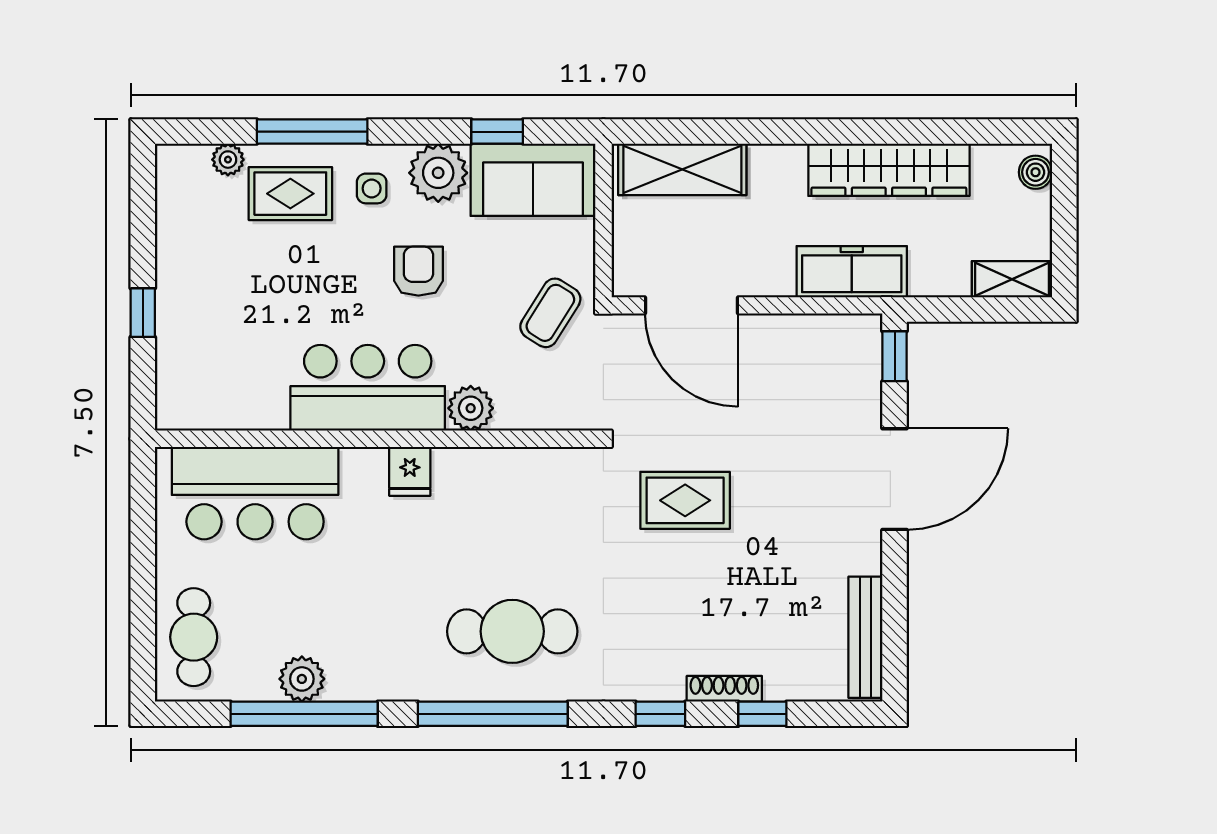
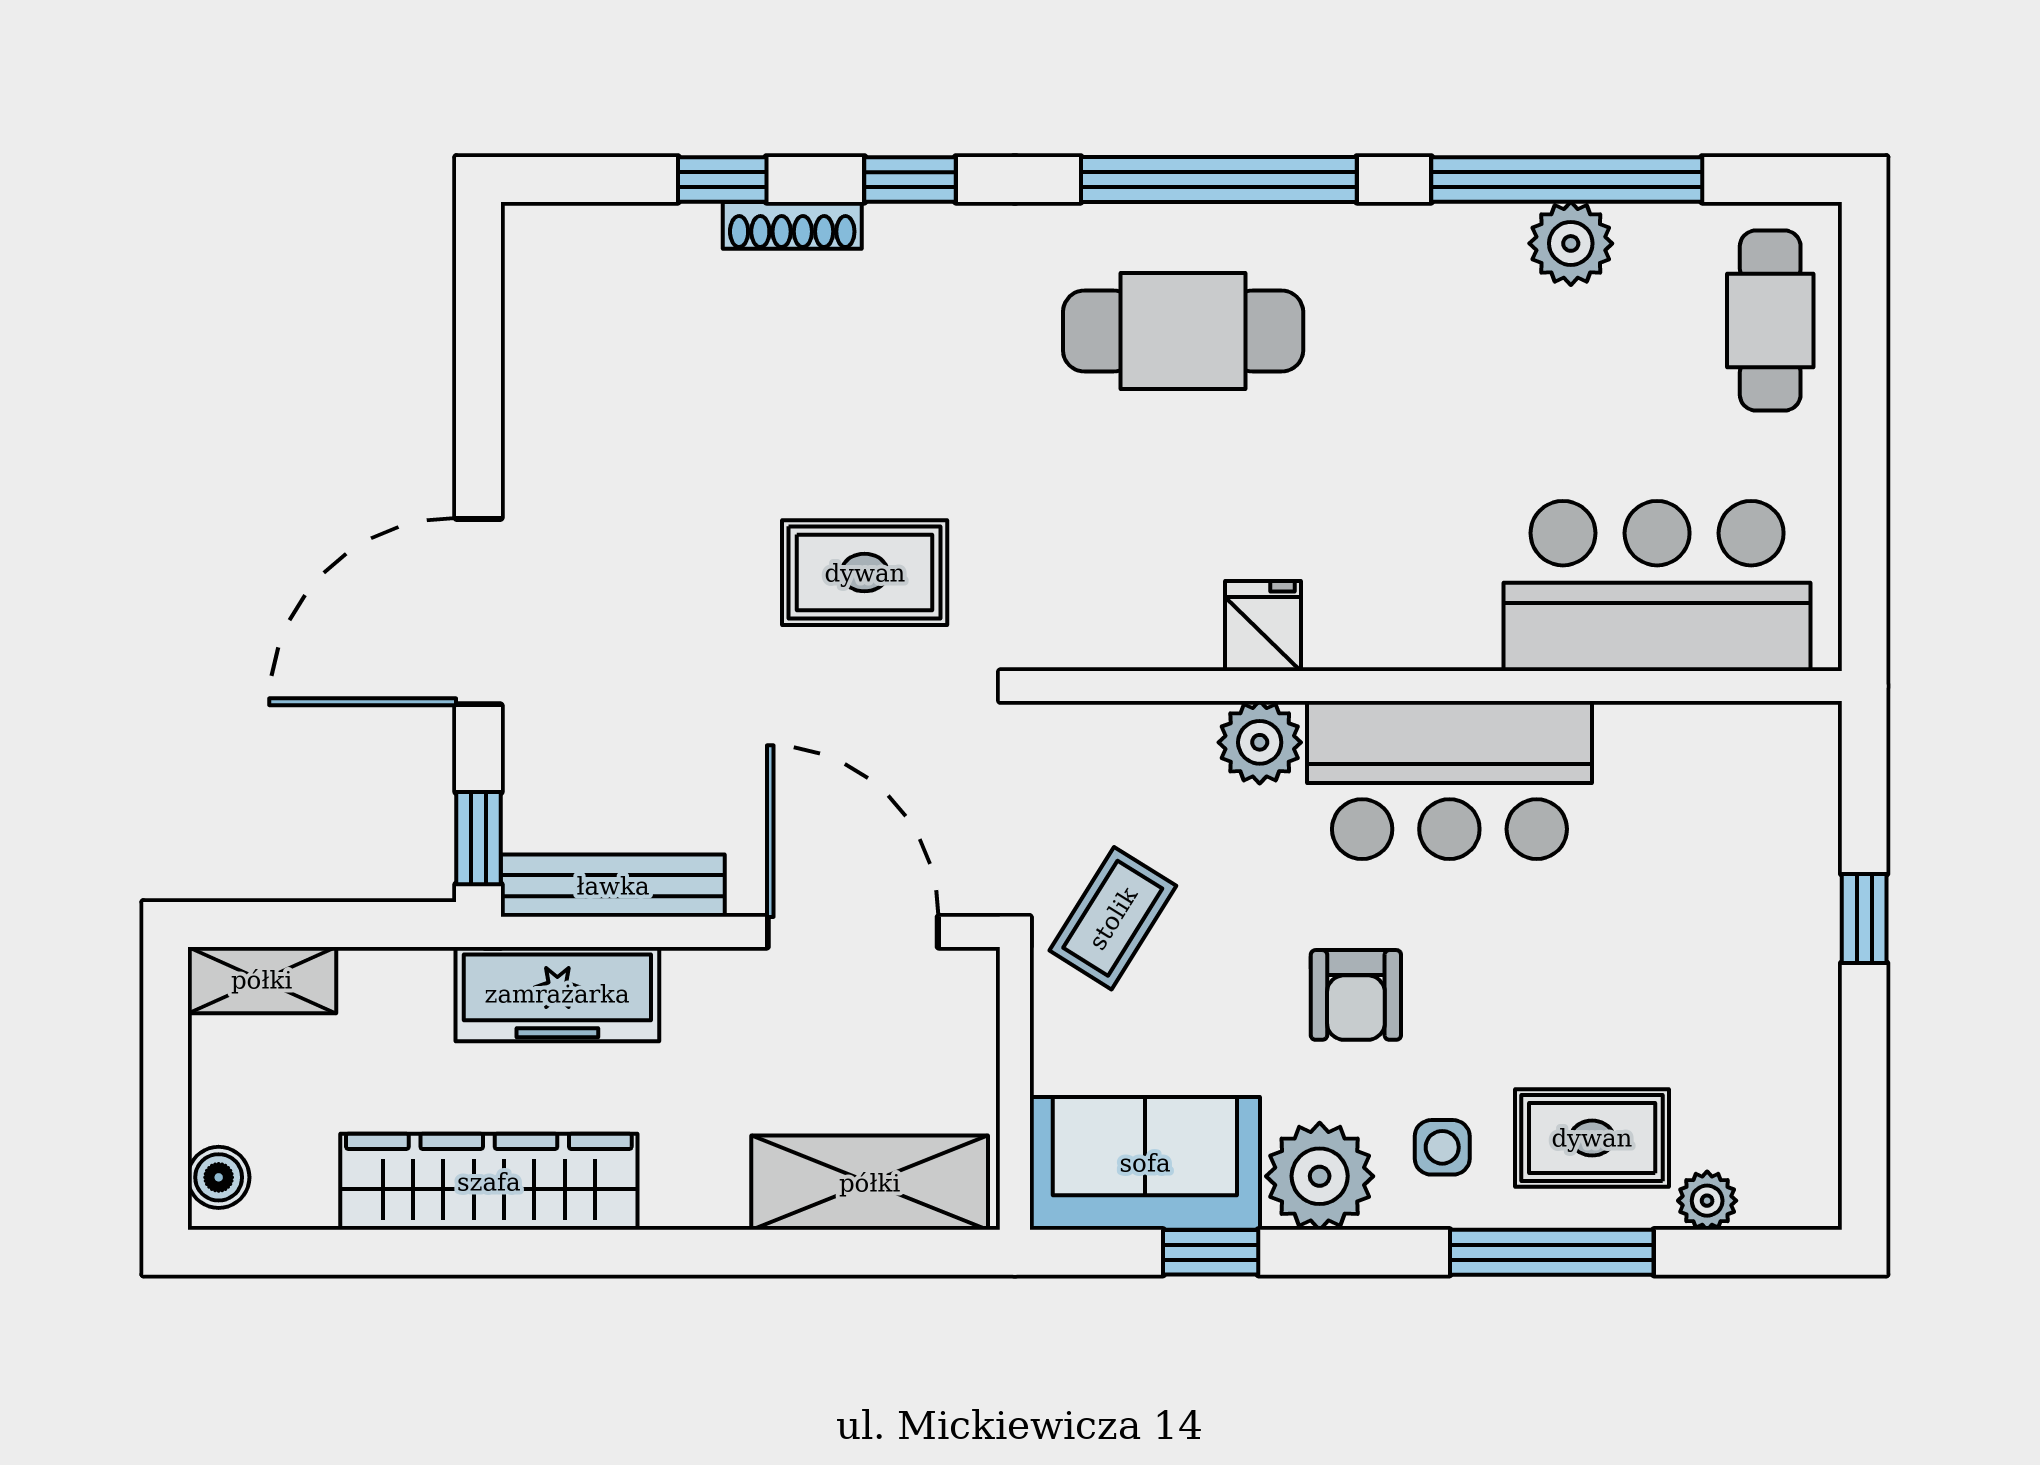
fridge: (410, 471) -> (1263, 626), moved
bench: (865, 637) -> (613, 886), moved, turned 90

